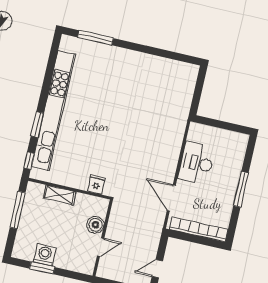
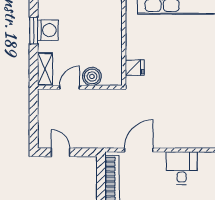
desk: (196, 163) -> (182, 168), width x0.73
shelving: (60, 195) -> (45, 69), moved
door: (101, 247) -> (70, 87), swing flipped

